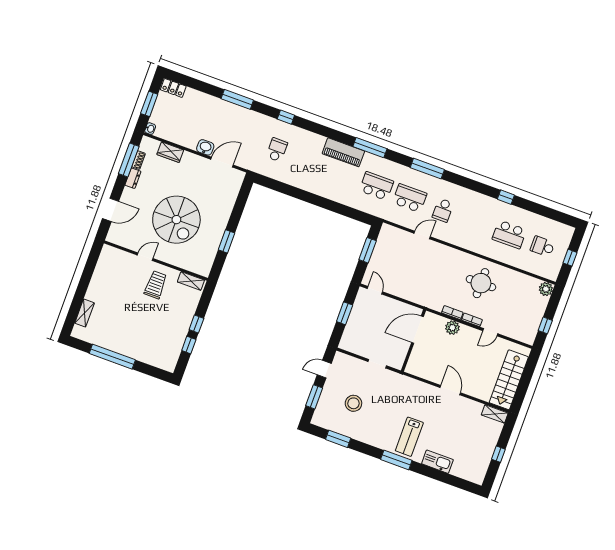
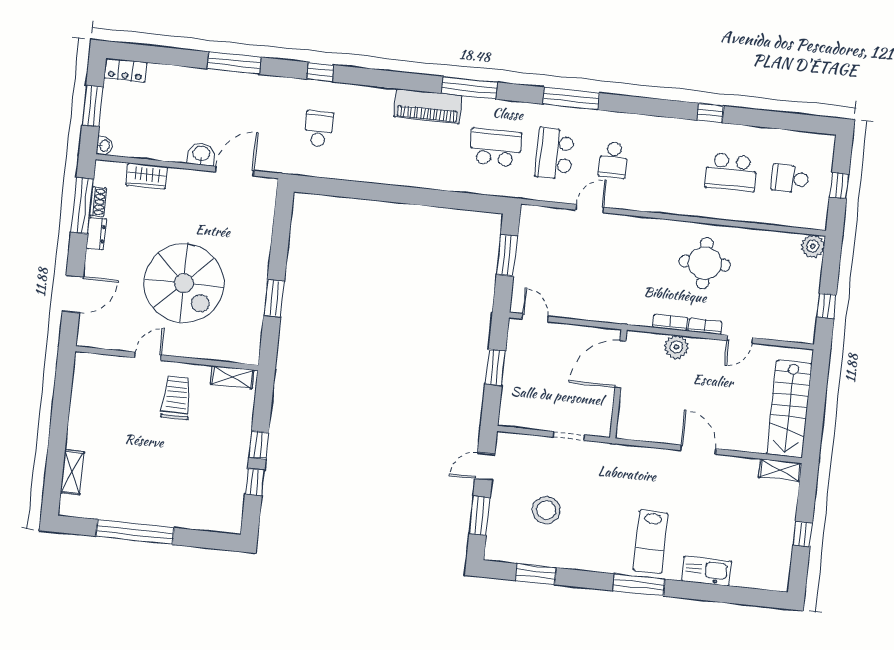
school desk: (410, 198) -> (554, 154), turned -90

